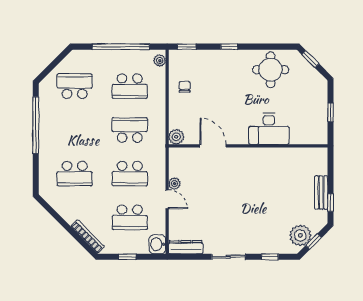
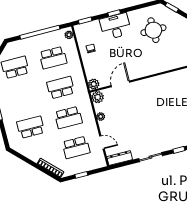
round table: (271, 70) -> (153, 30), moved
desk: (269, 129) -> (115, 26), moved, turned 180
door: (213, 146) -> (120, 84), hinge flipped
plant: (177, 156) -> (98, 97), added
school desk: (75, 174) -> (31, 127), turned 180
door: (167, 199) -> (102, 142), moved
washbasin: (157, 244) -> (100, 161), removed

